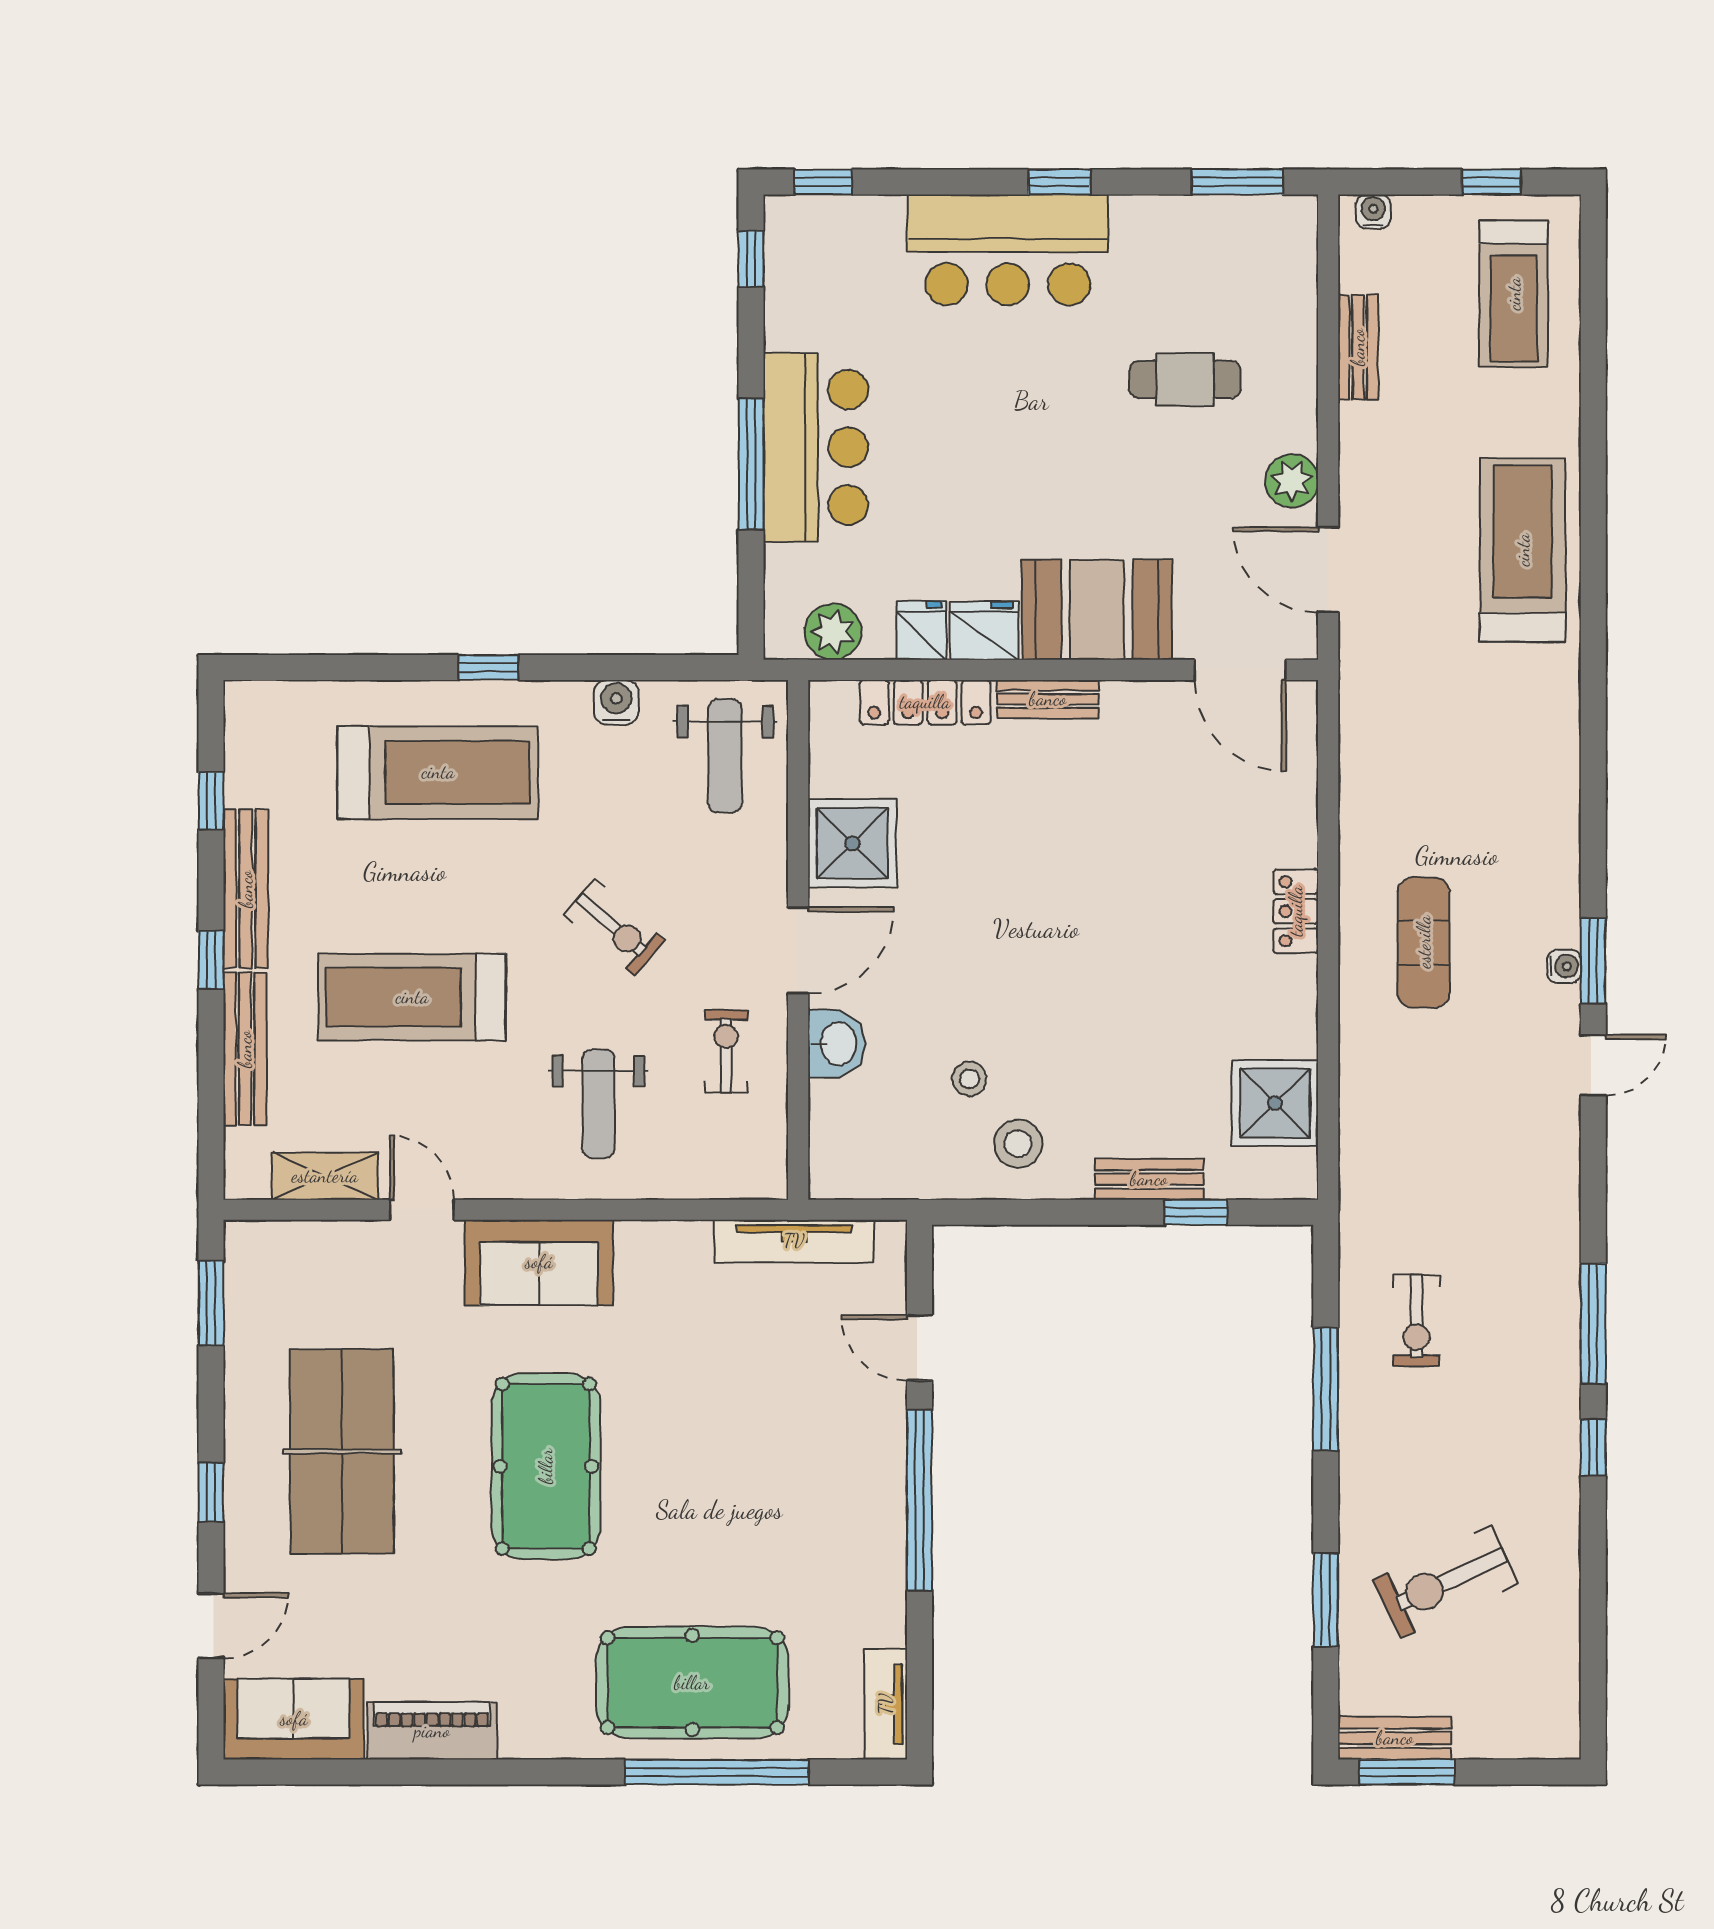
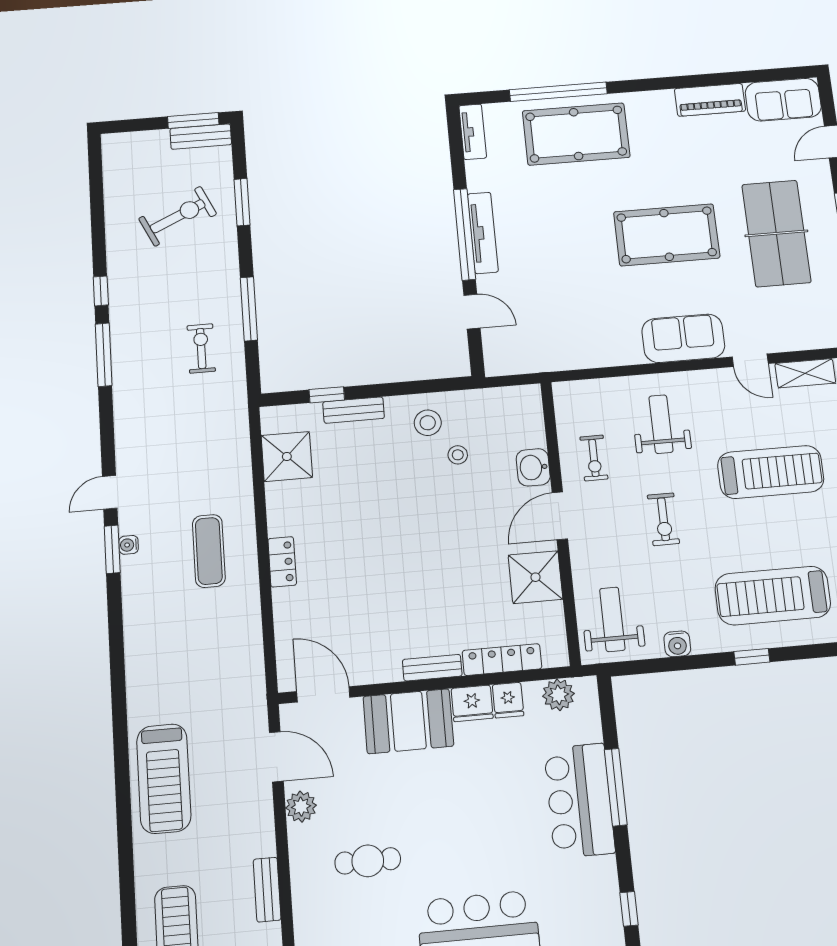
exercise bike: (614, 928) -> (663, 519), turned -131
tv unit: (794, 1241) -> (483, 233), moved, turned 90
pool table: (546, 1466) -> (667, 235), turned 90

